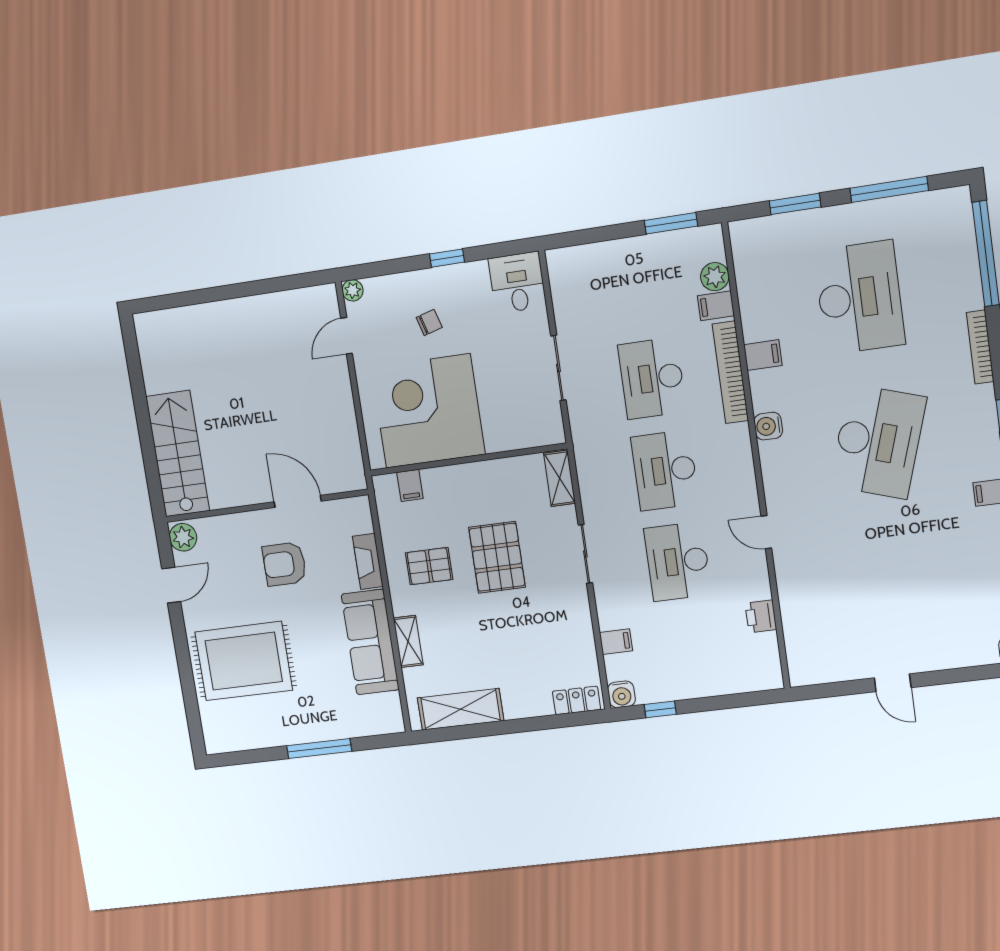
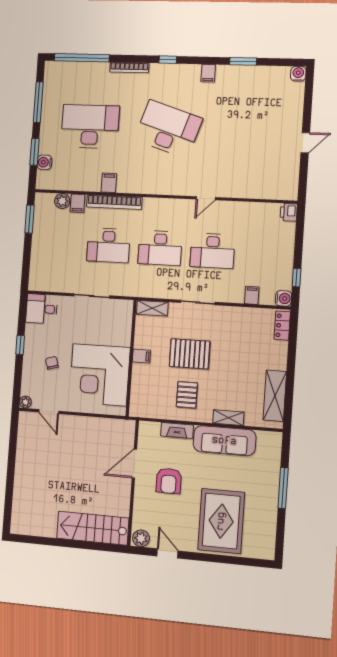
water cooler: (768, 426) -> (44, 162), moved, turned 90
filing cabinet: (410, 485) -> (141, 356), moved
printer: (761, 616) -> (289, 212), moved, turned 90

